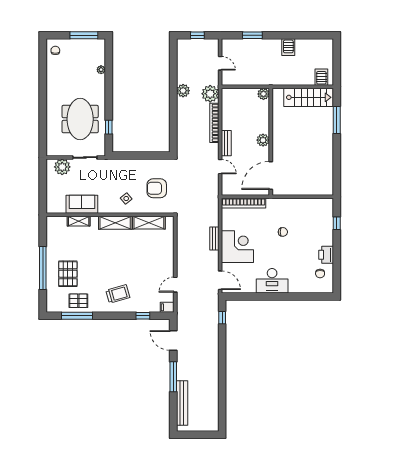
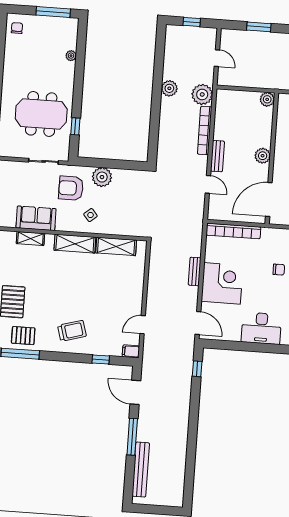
meeting table: (80, 119) -> (41, 114), turned 90
plant: (62, 167) -> (102, 177), moved
armchair: (157, 188) -> (71, 188), moved

